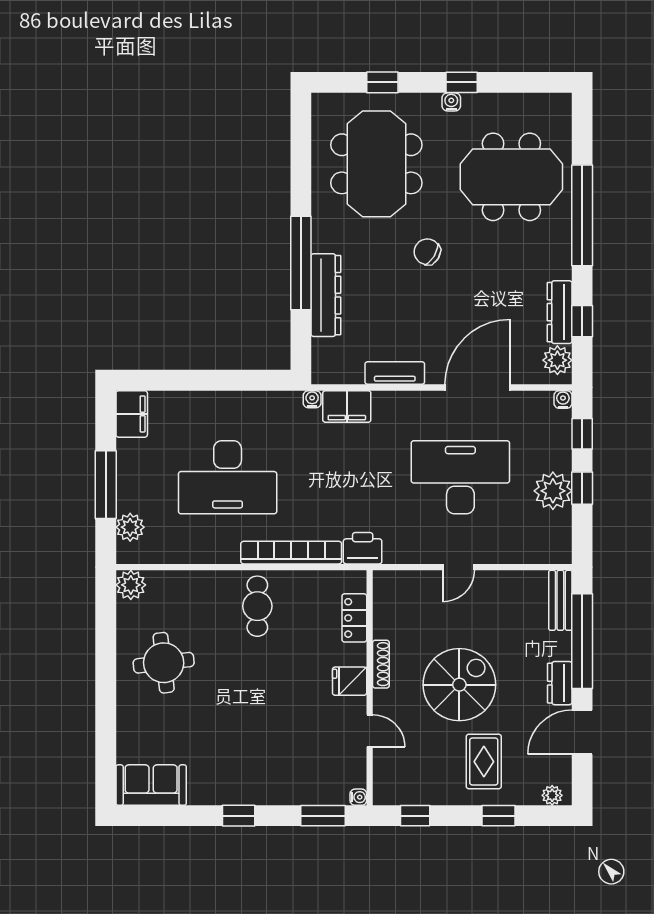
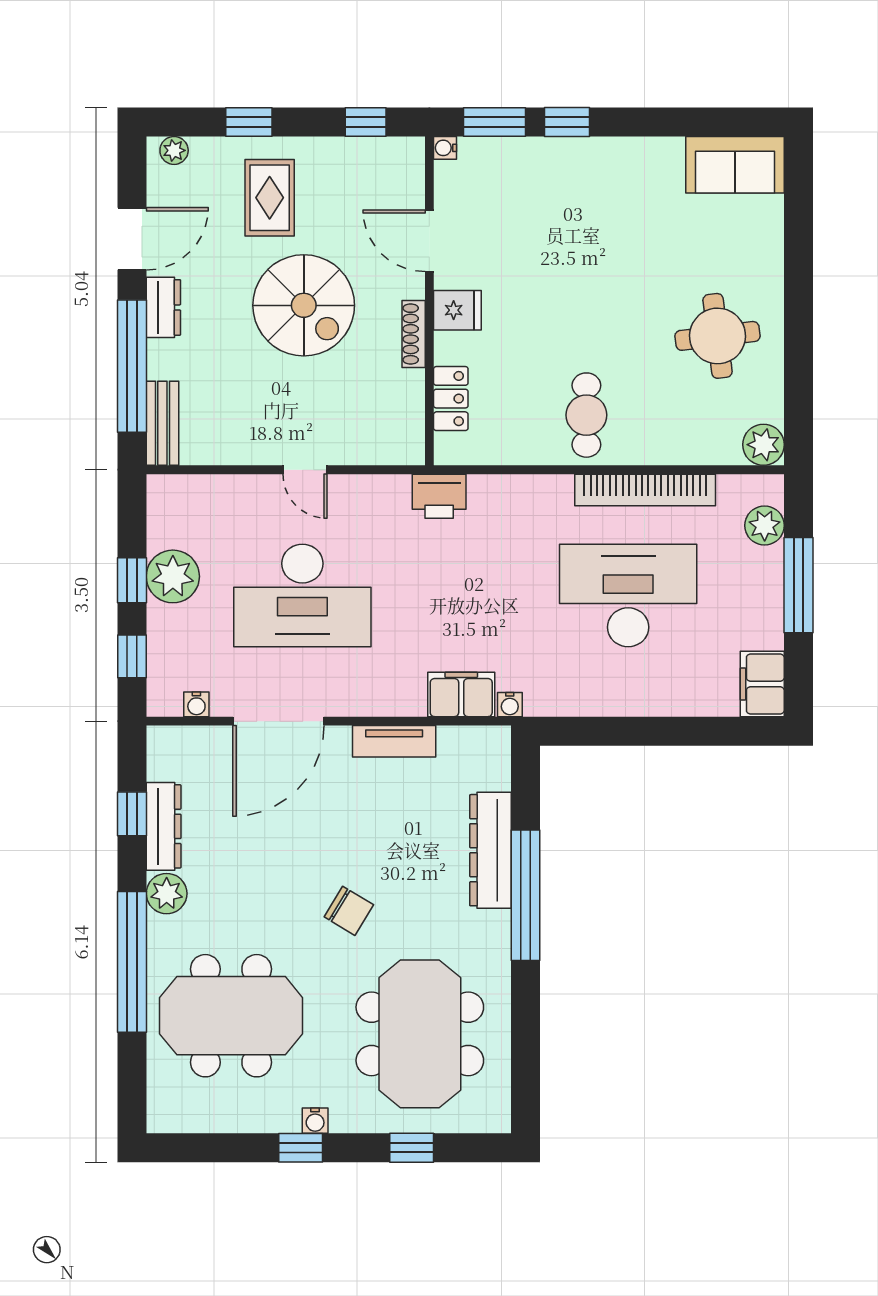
plant: (557, 360) -> (167, 894), moved
water cooler: (563, 399) -> (196, 704), moved
bookcase: (291, 553) -> (645, 490), moved
door: (459, 567) -> (305, 470), swing flipped
spiral stairs: (459, 685) -> (304, 305), turned -90
door: (370, 731) -> (429, 241), width x1.38
window: (239, 816) -> (567, 122), moved

